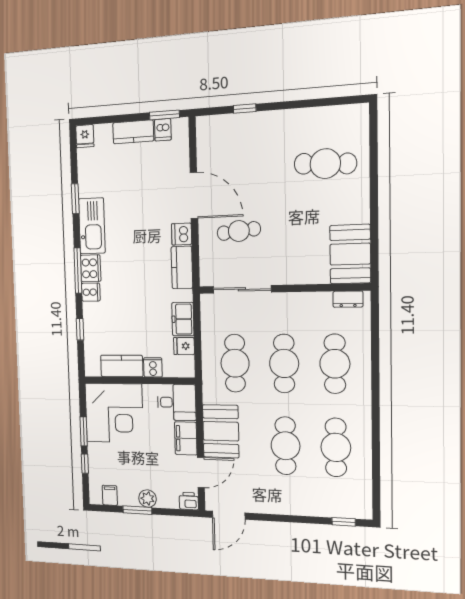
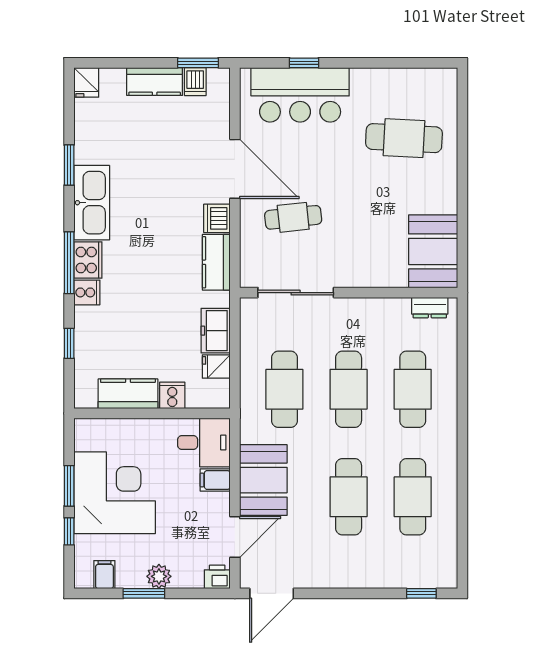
bar counter: (242, 134) -> (300, 95), added
corner desk: (114, 413) -> (115, 493), moved, turned -90
filing cabinet: (186, 438) -> (215, 480), width x0.50

